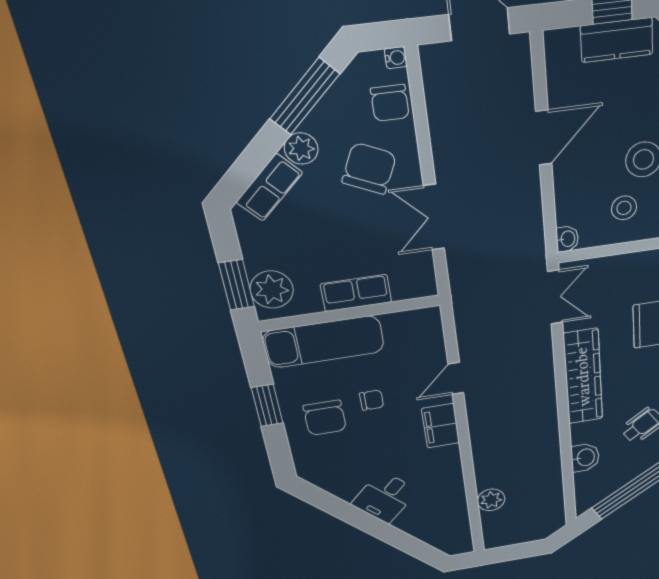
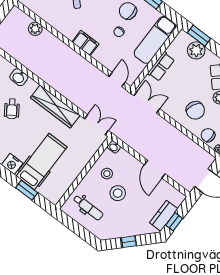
double door: (434, 217) -> (147, 102), moved
plant: (272, 290) -> (196, 50), moved
double door: (555, 297) -> (96, 125), swing flipped
door: (456, 378) -> (117, 80), moved

